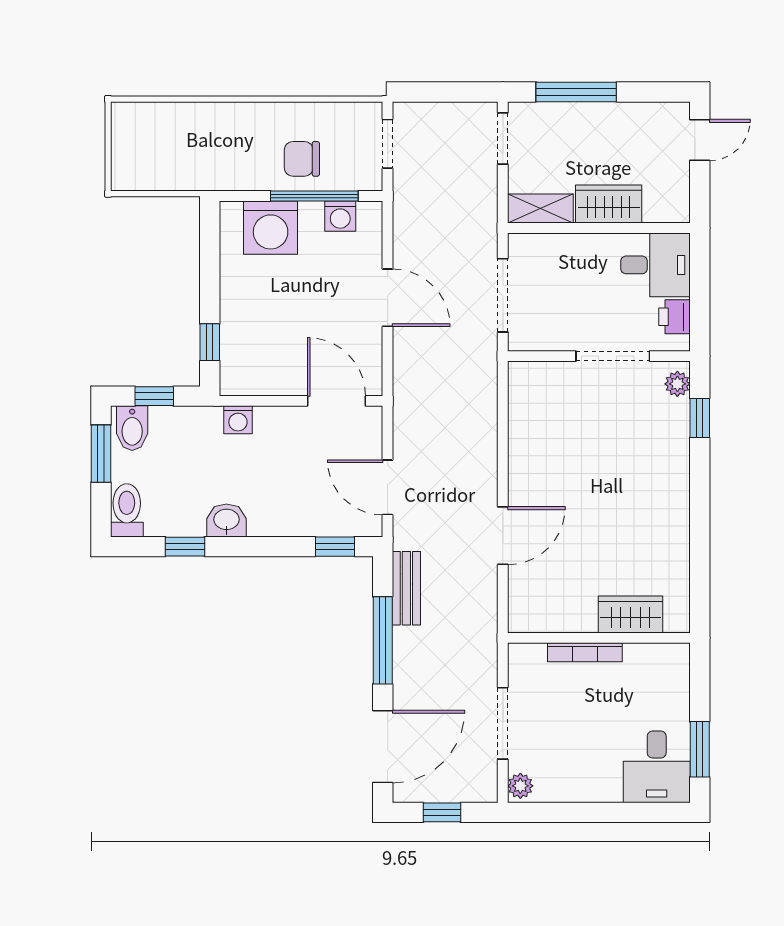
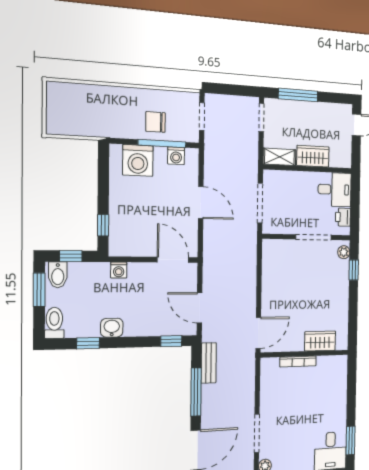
wardrobe: (630, 614) -> (320, 341), moved
wall: (599, 638) -> (305, 354), moved
bookcase: (585, 652) -> (298, 361), moved

